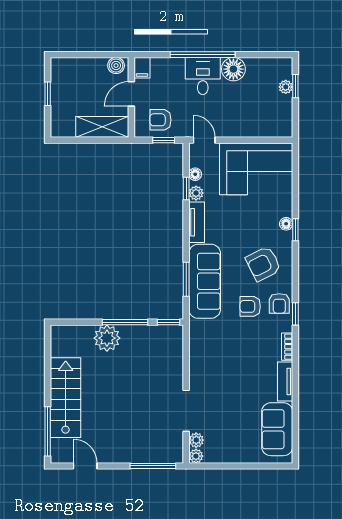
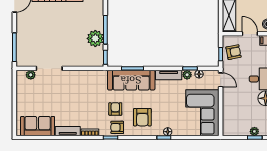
armchair: (160, 120) -> (233, 52), turned 79
door: (204, 140) -> (221, 80), hinge flipped
armchair: (263, 264) -> (142, 117), turned -153
plant: (107, 338) -> (95, 38), moved
plant: (196, 456) -> (21, 75), removed

